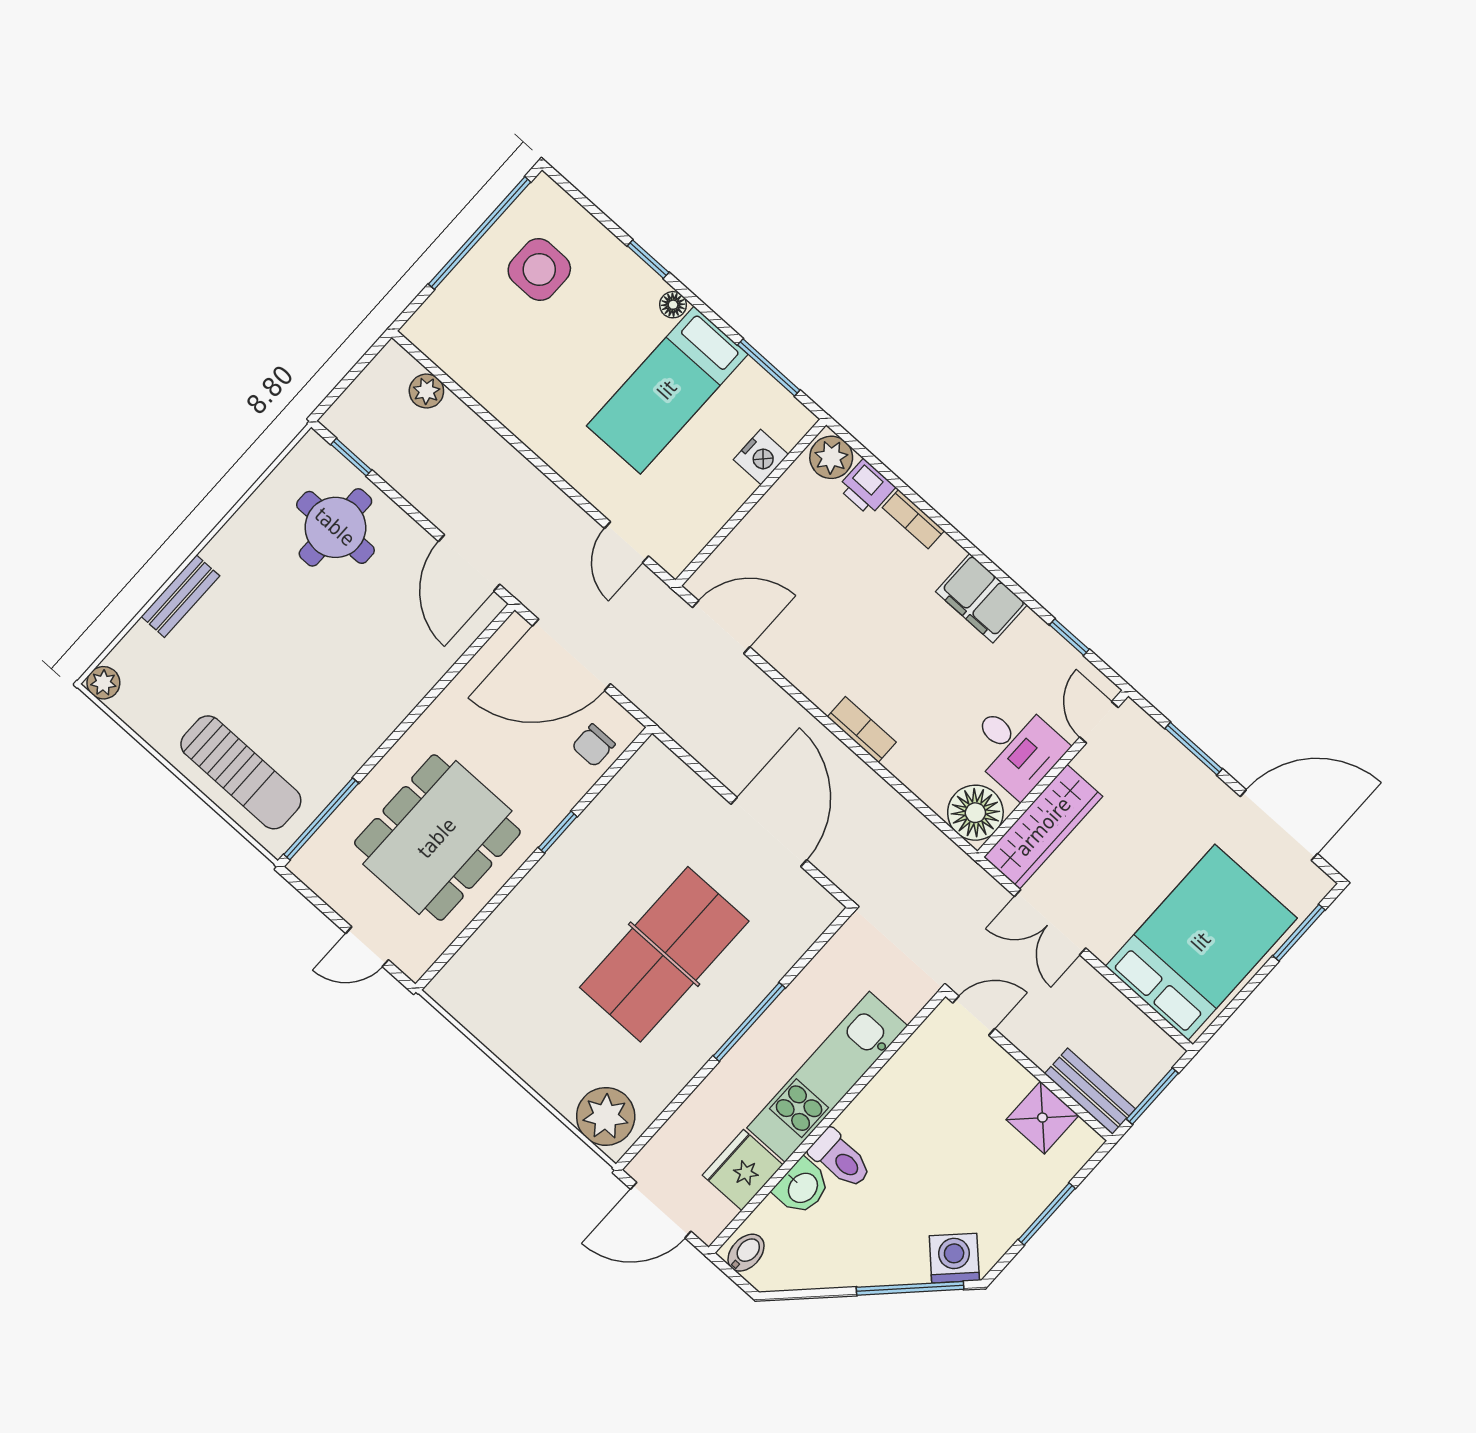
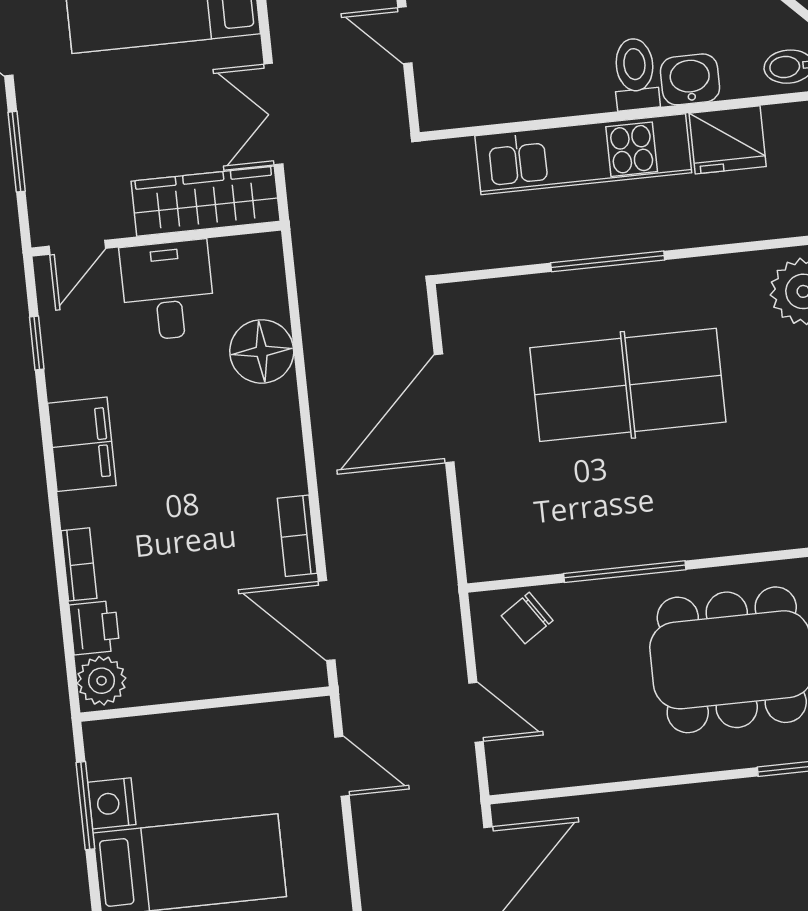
nightstand: (761, 457) -> (112, 803), moved, turned -90
door: (626, 542) -> (342, 766), hinge flipped
door: (572, 655) -> (476, 712), width x0.53
bookcase: (862, 730) -> (297, 536), moved
chair: (593, 745) -> (527, 618), turned 146
floor lamp: (975, 813) -> (262, 351), moved
window: (558, 832) -> (625, 572), width x2.17
double door: (1050, 922) -> (273, 114), swing flipped
door: (974, 1016) -> (405, 35), moved

